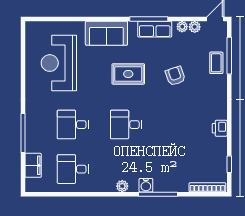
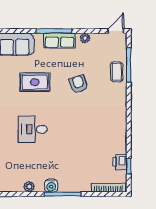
plant: (195, 27) -> (97, 38), removed
printer: (220, 128) -> (120, 162), moved

